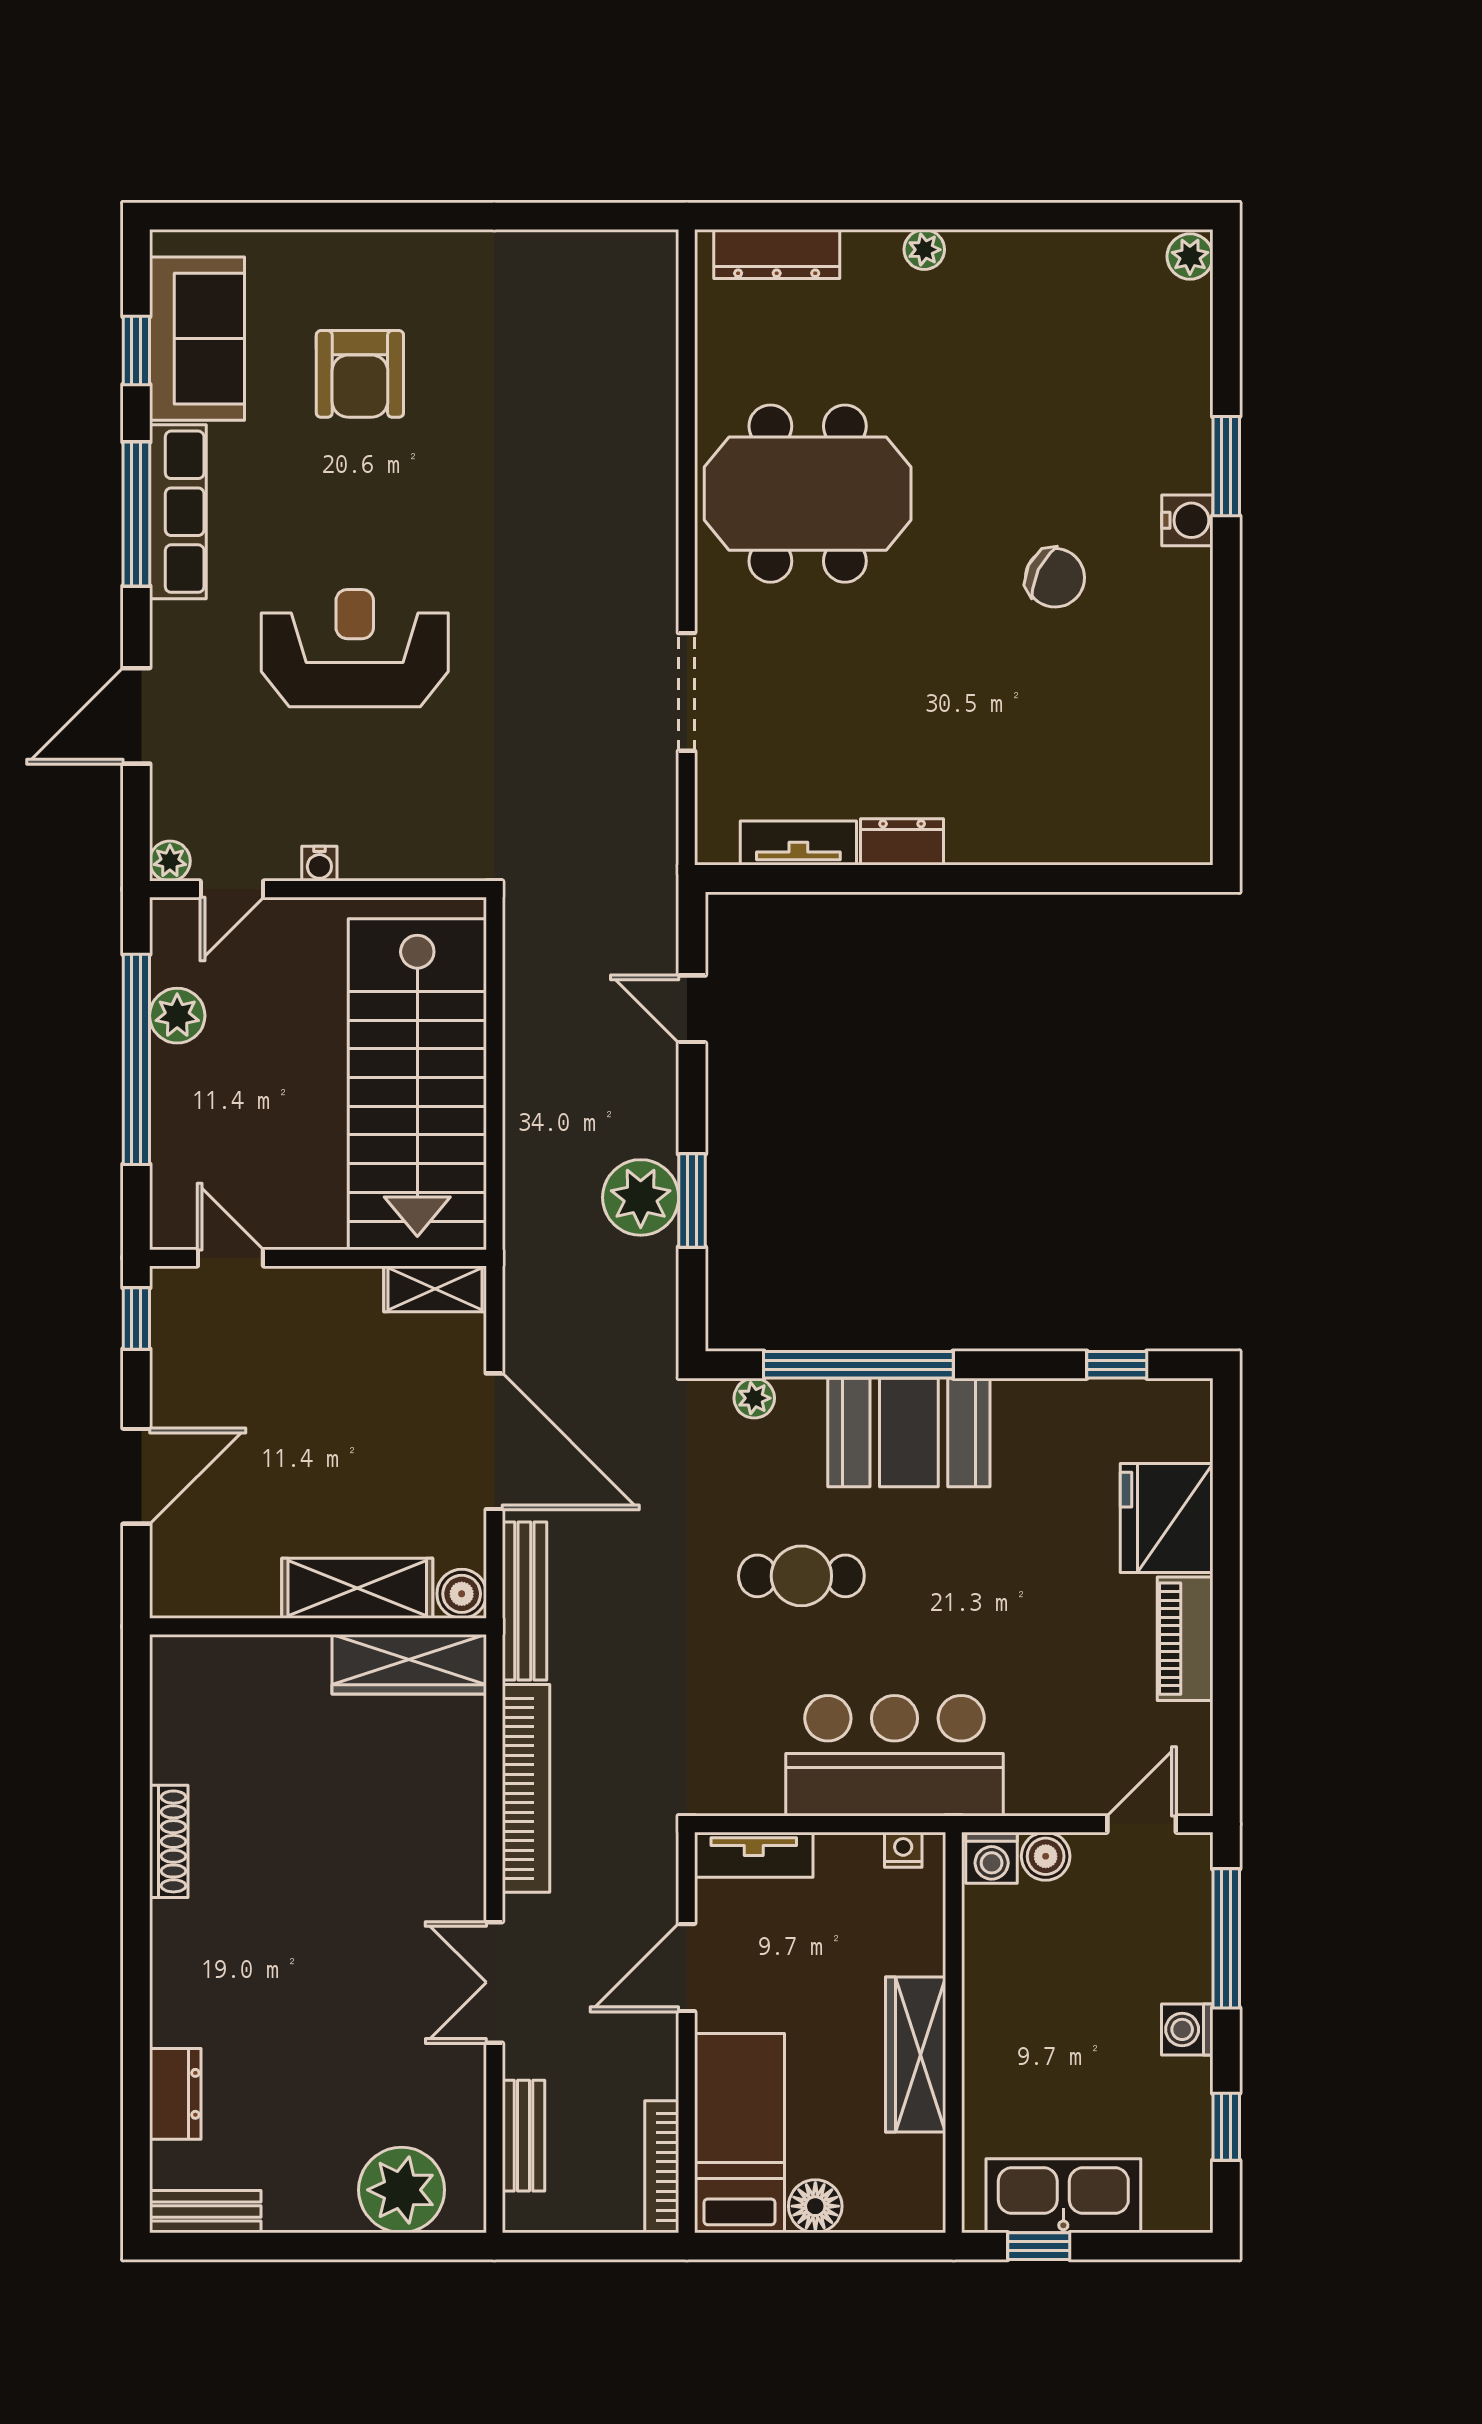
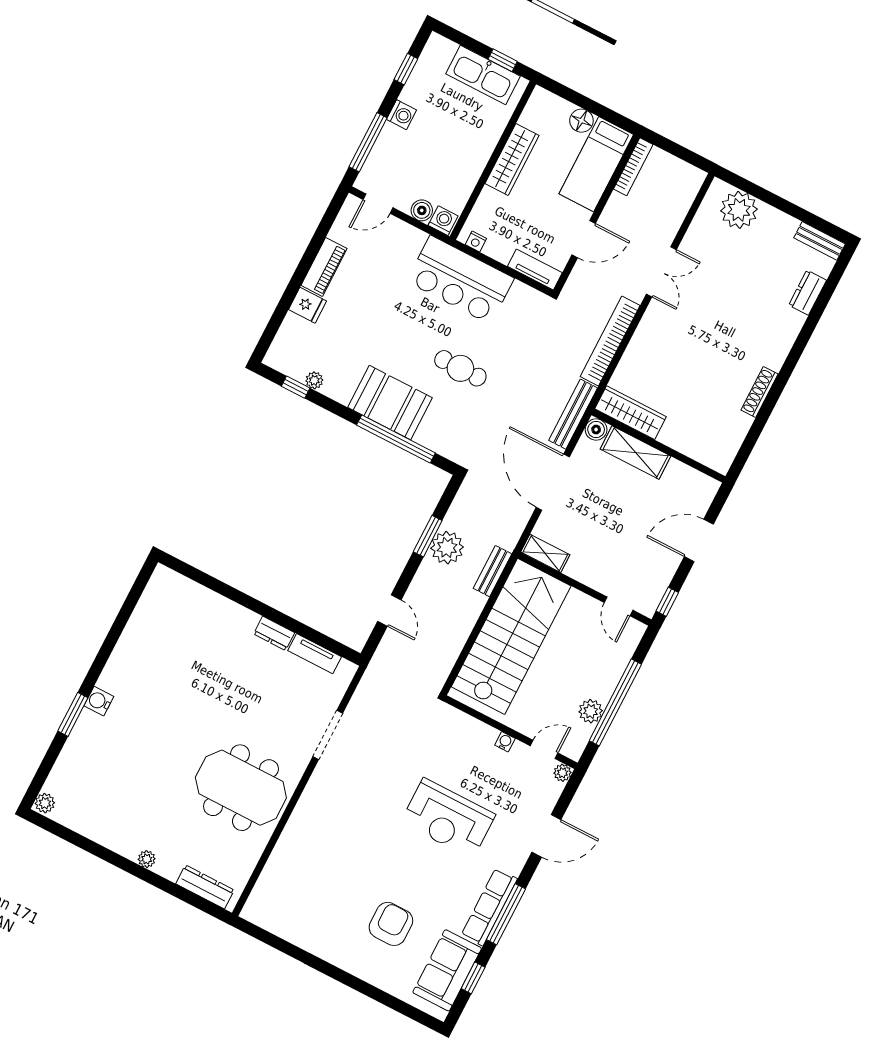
chair: (1055, 578) -> (162, 705), removed
plant: (754, 1398) -> (314, 380), moved
fridge: (1167, 1518) -> (308, 305), width x0.53, depth x0.75
bench: (523, 2136) -> (493, 571), moved

